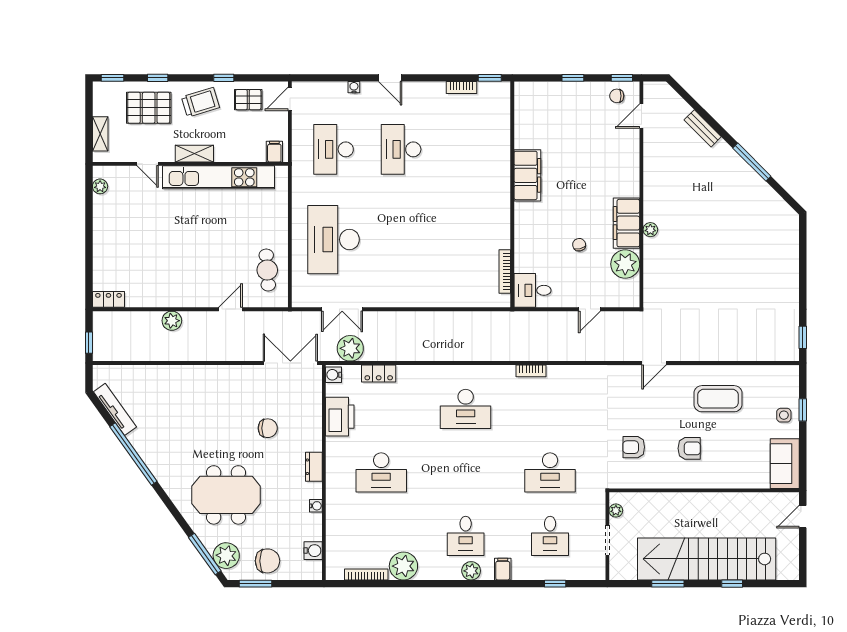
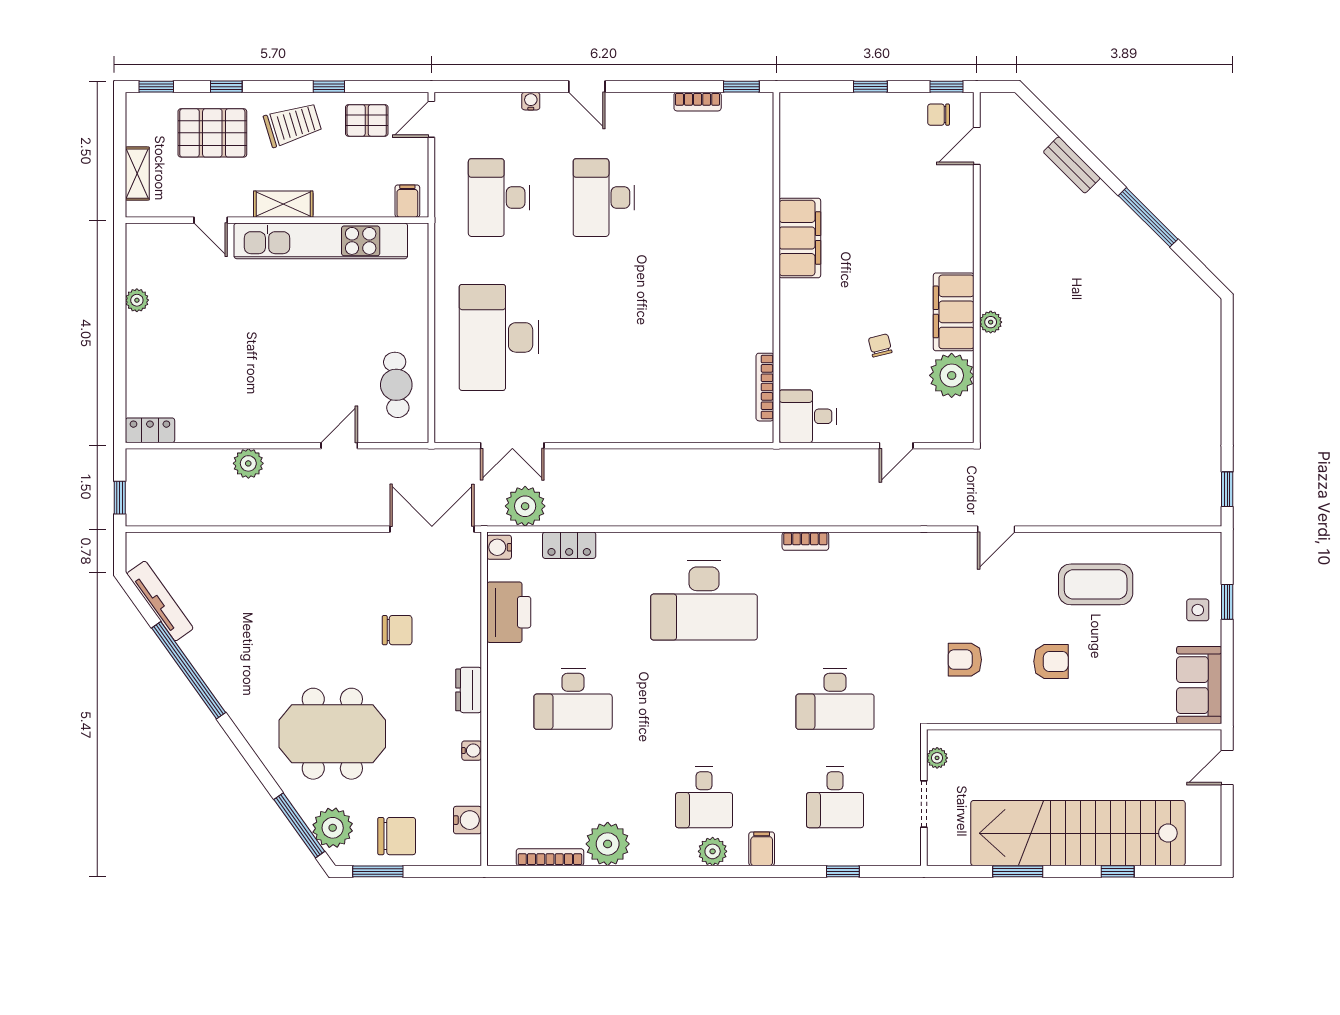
plant: (100, 186) -> (137, 300), moved
desk: (466, 409) -> (704, 600), width x1.36, depth x1.30

